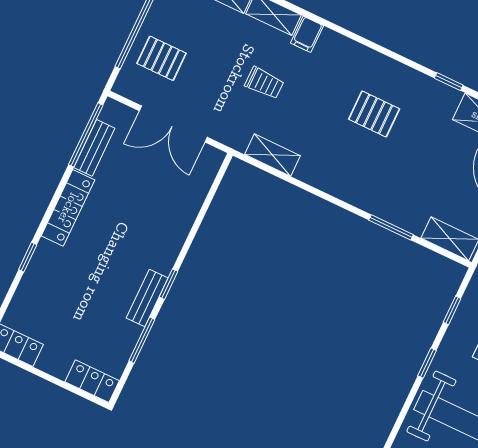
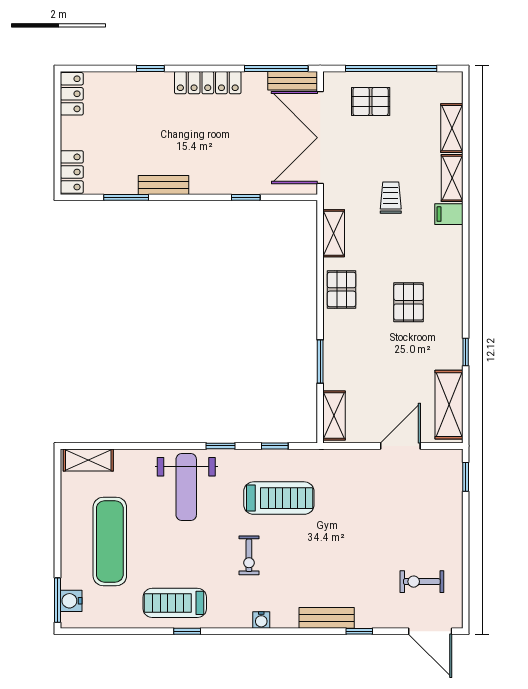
pallet: (161, 58) -> (371, 101), turned 90
trolley: (264, 83) -> (391, 198), turned 180
double door: (173, 124) -> (320, 138), width x1.36
bench: (94, 148) -> (293, 81), moved
pallet: (331, 173) -> (342, 289), added
window: (168, 284) -> (246, 197), moved

